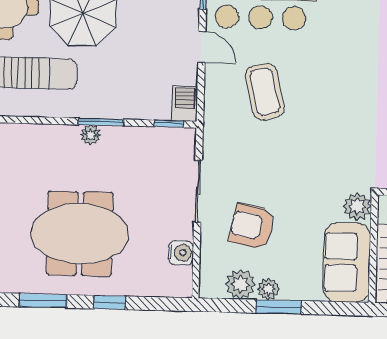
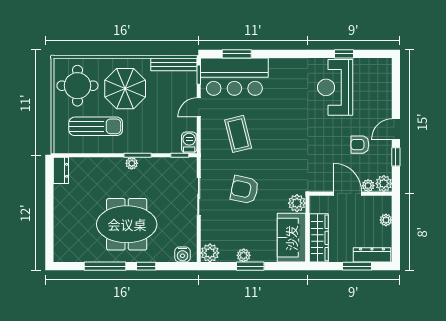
door: (202, 47) -> (199, 107), swing flipped
armchair: (252, 226) -> (245, 190), moved
water cooler: (181, 253) -> (182, 255), moved, turned 90
plant: (240, 284) -> (210, 253), moved
window: (43, 301) -> (105, 266), width x1.44

